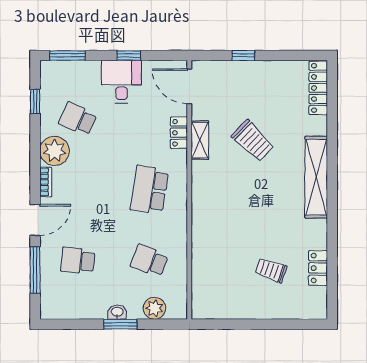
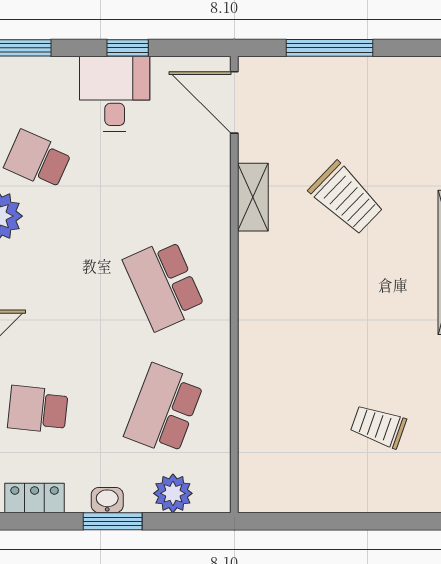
window: (243, 55) -> (330, 48), width x2.17
locker: (179, 133) -> (35, 498), moved, turned 90
school desk: (149, 190) -> (164, 285), turned -33
school desk: (149, 261) -> (164, 409), width x1.85

